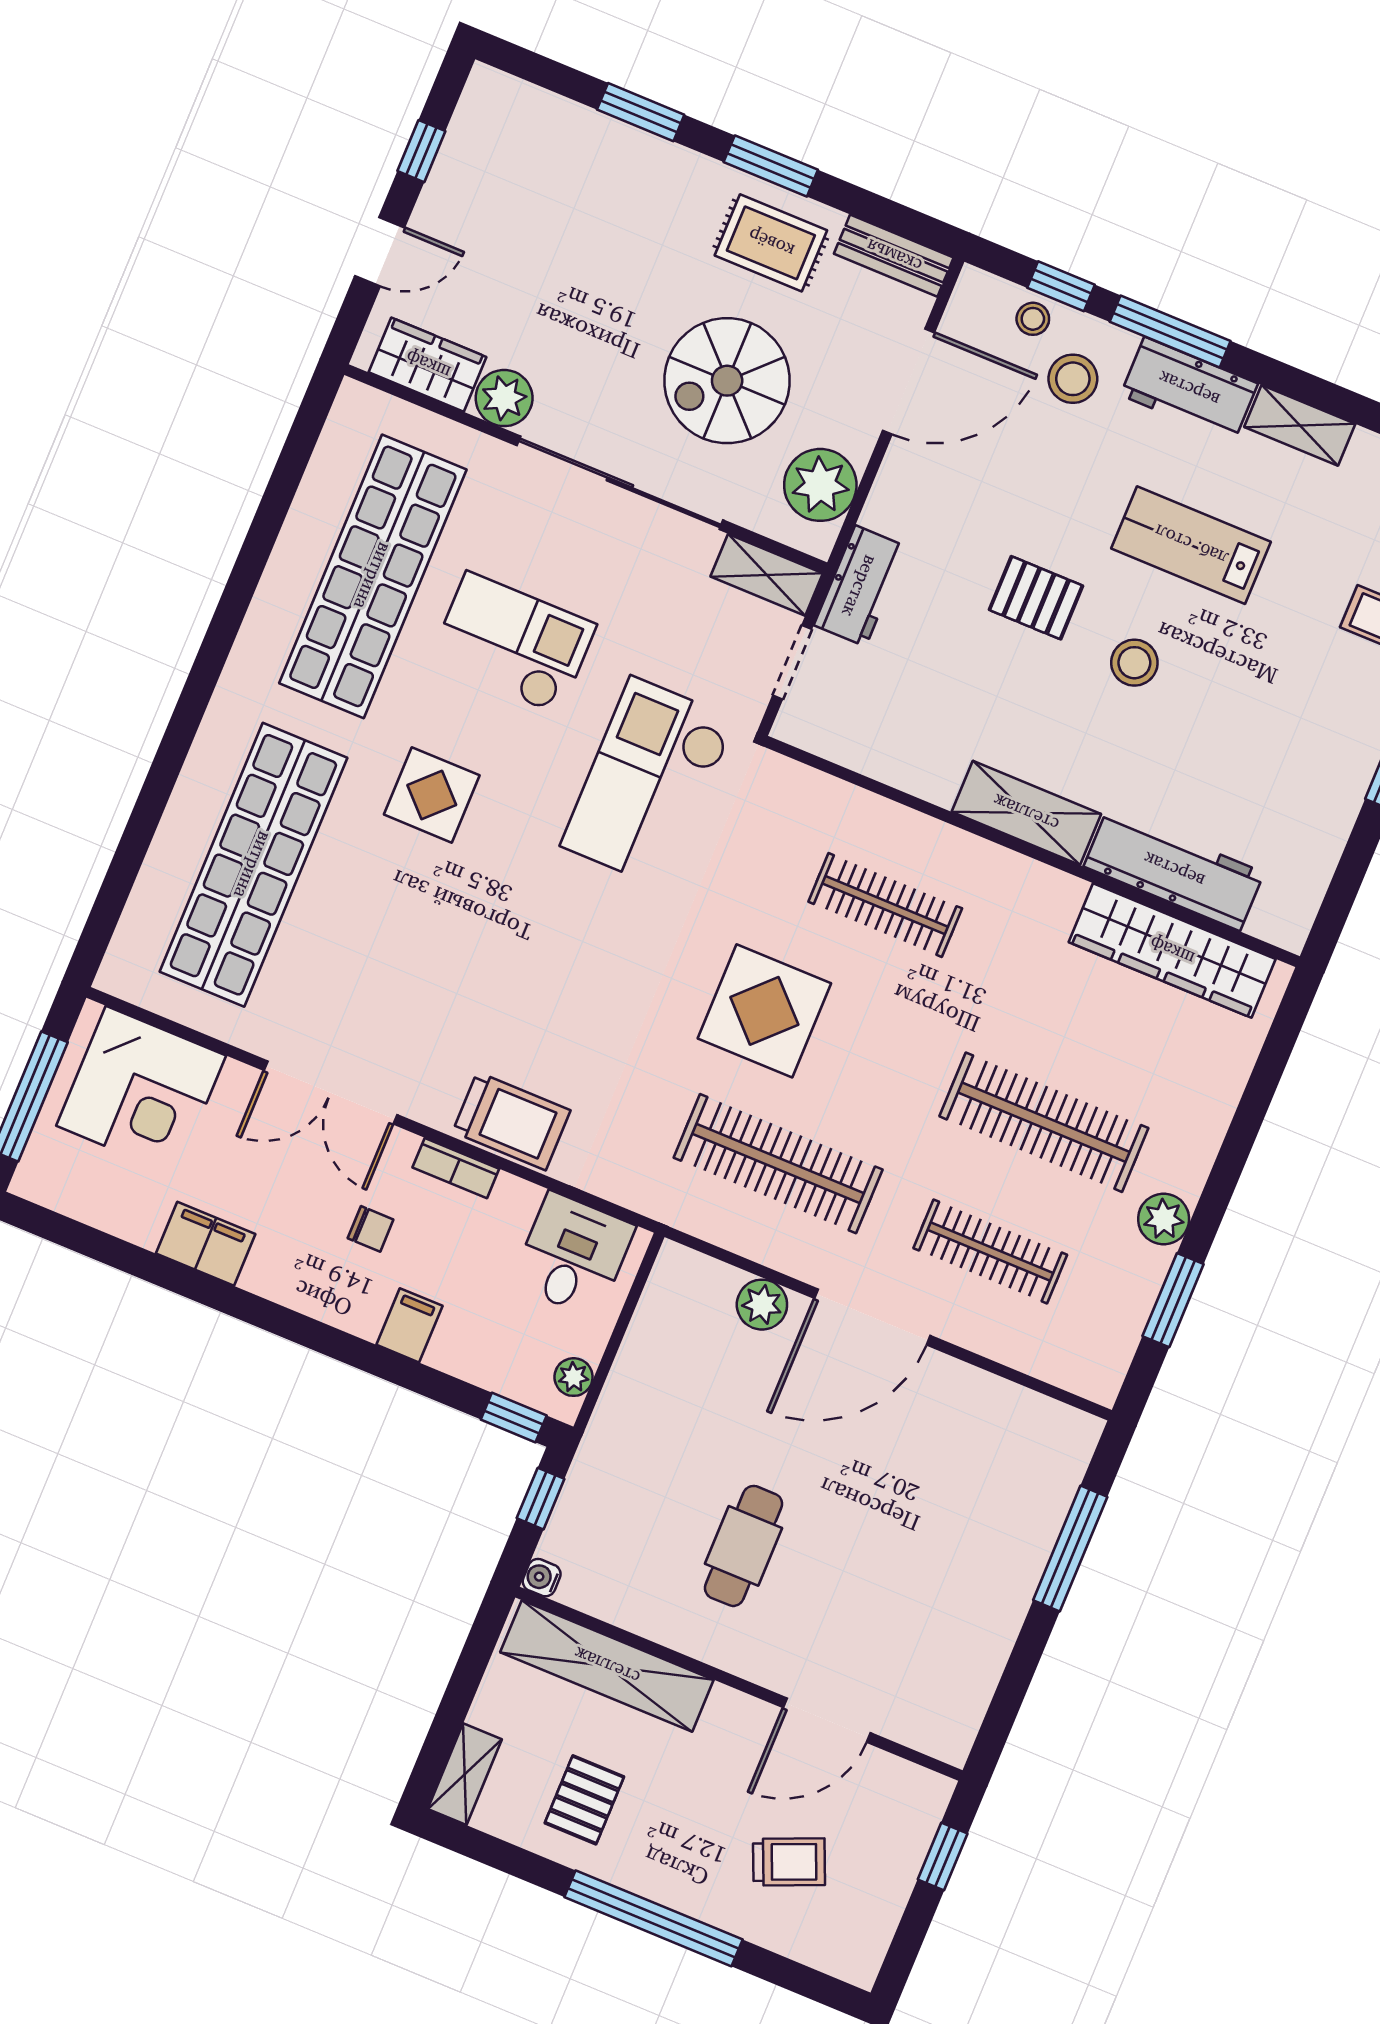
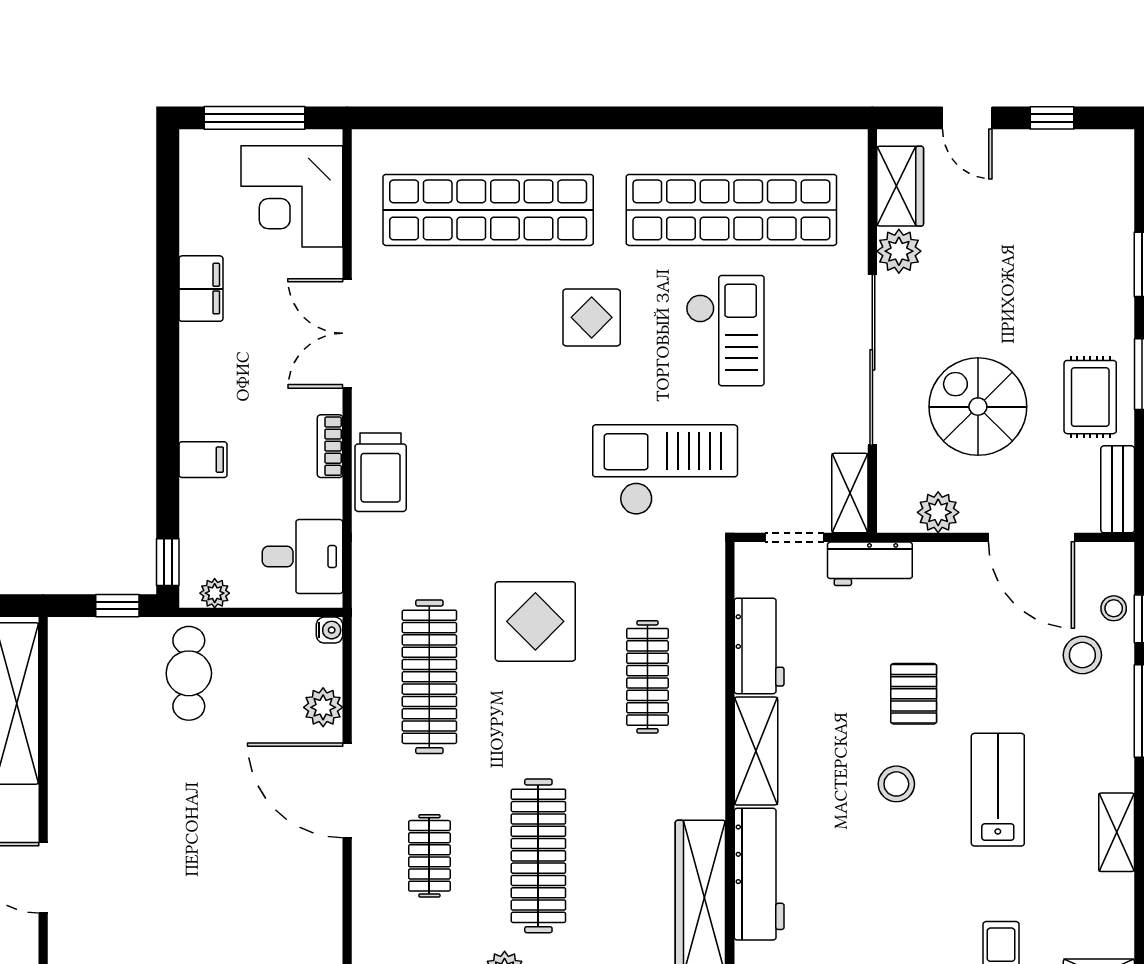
workbench: (1189, 389) -> (759, 646), moved, turned 180
plant: (820, 485) -> (938, 512), width x0.73, depth x0.73
chair: (371, 1229) -> (261, 403), removed
clothes rail: (990, 1251) -> (429, 856), width x0.73
cafe table: (743, 1546) -> (189, 673), moved, turned 90
water cooler: (542, 1578) -> (330, 630), moved, turned 90

